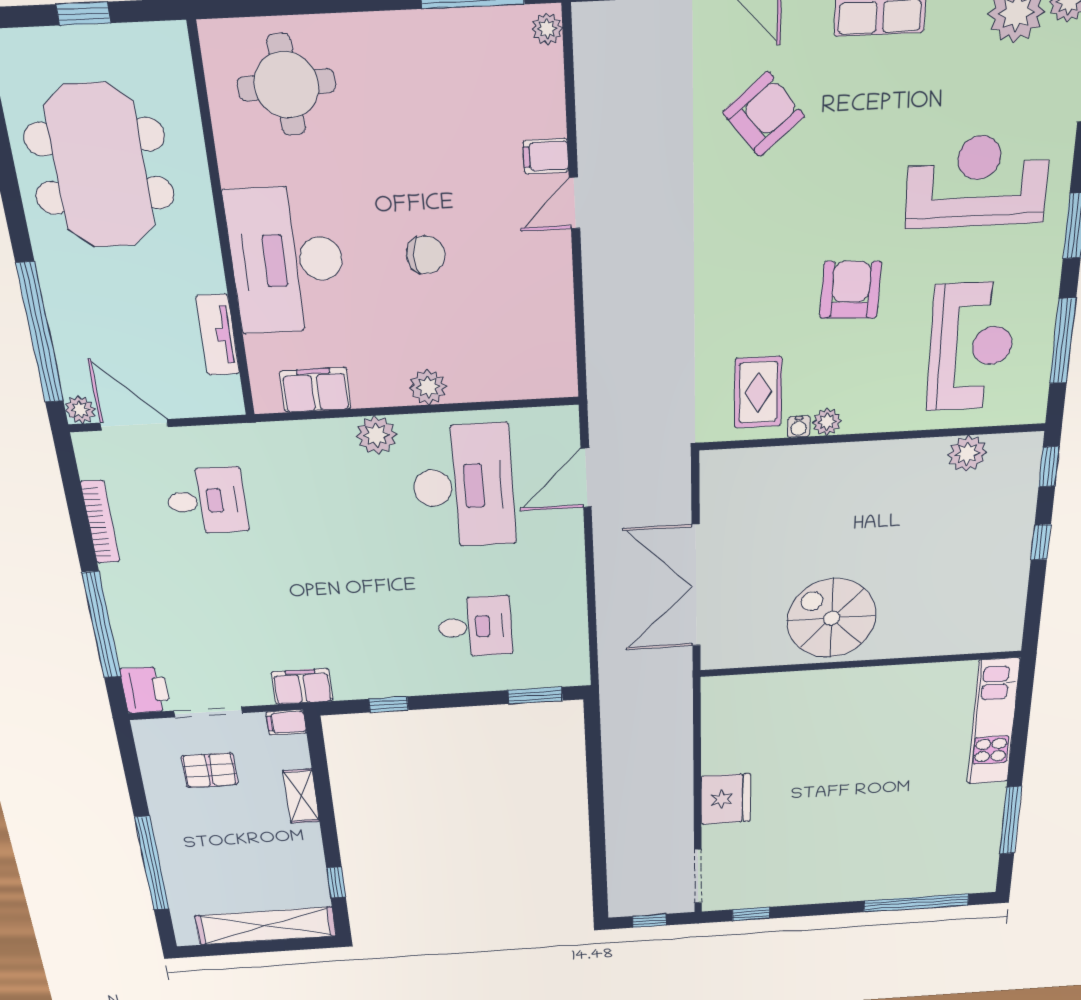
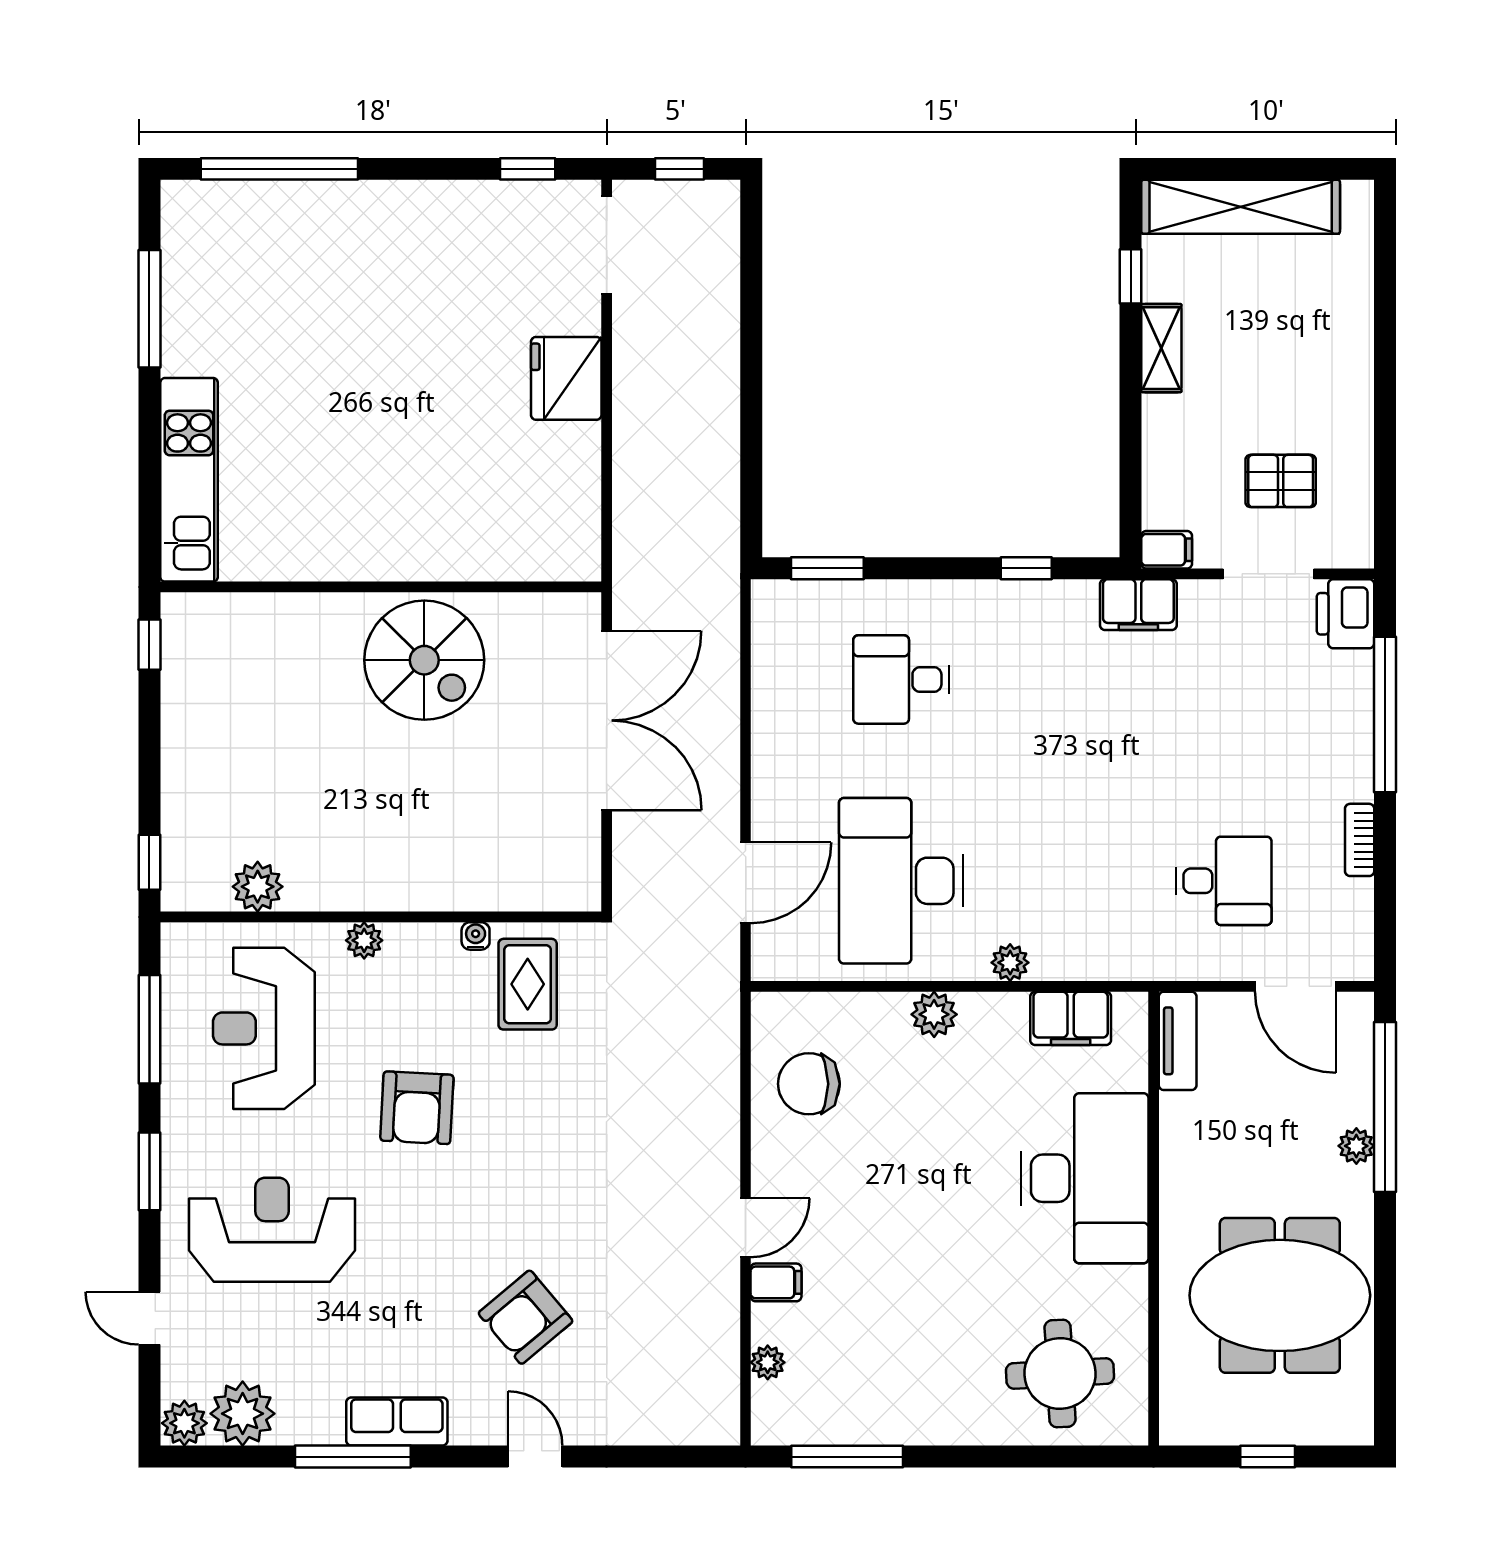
plant: (547, 29) -> (768, 1362), moved
meeting table: (100, 166) -> (1280, 1295), turned 90
reception desk: (978, 181) -> (272, 1230), turned 180
chair: (426, 255) -> (809, 1084), moved, width x1.37, depth x1.37
tv unit: (218, 335) -> (1178, 1041), moved
plant: (80, 410) -> (1356, 1146), moved
plant: (827, 422) -> (364, 940), moved
plant: (376, 435) -> (1010, 963), width x0.73, depth x0.73
desk: (206, 501) -> (1224, 881), turned 180
bookcase: (100, 522) -> (1360, 840), width x0.64
window: (1041, 542) -> (149, 645), moved
shelving: (301, 796) -> (1161, 348), moved
window: (152, 864) -> (1385, 331), removed

